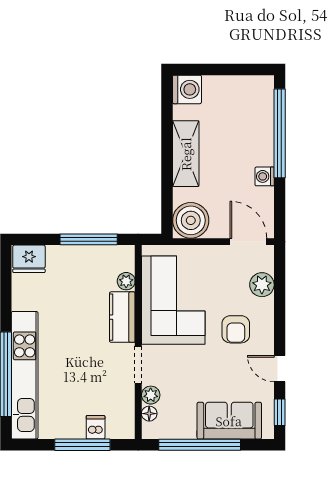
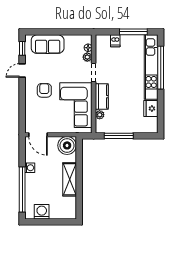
washing machine: (187, 89) -> (42, 212), moved, turned 90
fridge: (29, 259) -> (151, 108), moved, turned -90
plant: (262, 285) -> (31, 113), removed
door: (280, 369) -> (22, 70), swing flipped
window: (82, 445) -> (133, 32), moved
window: (200, 445) -> (63, 32), removed

